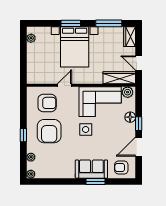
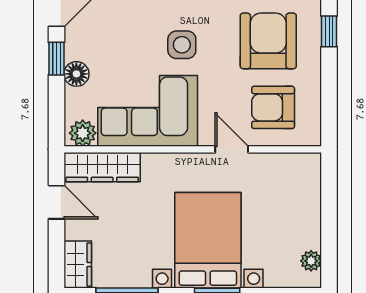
door: (65, 85) -> (232, 149), swing flipped

